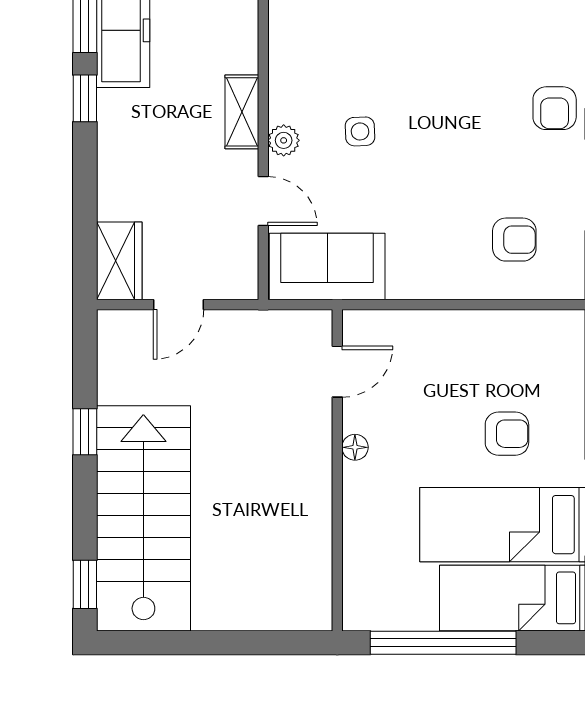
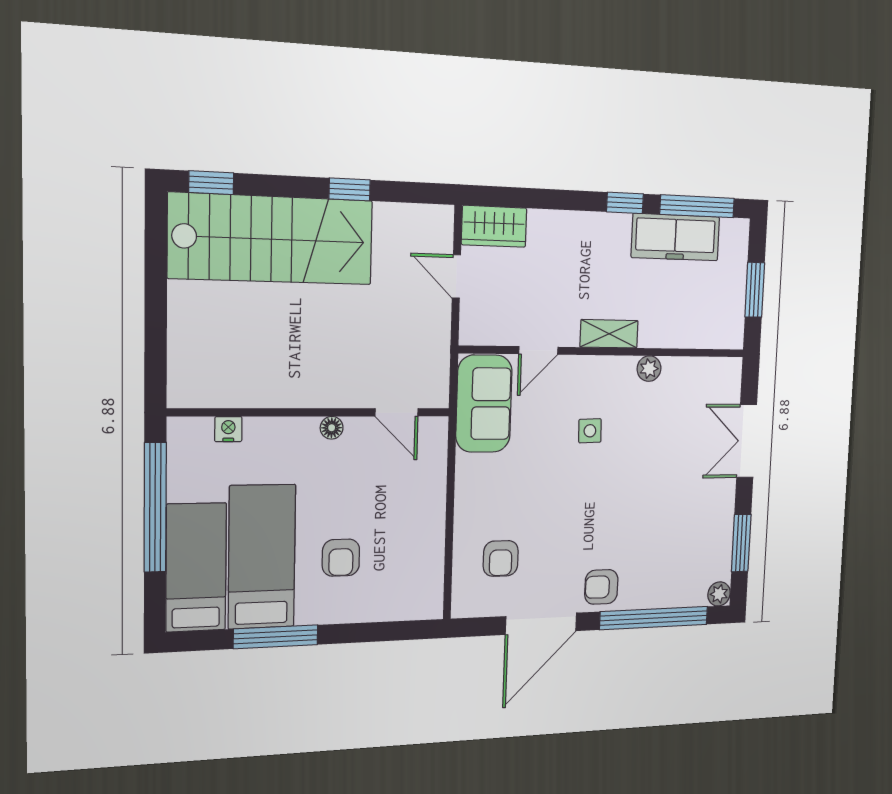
plant: (284, 140) -> (649, 369), moved
nightstand: (356, 564) -> (228, 429), added

